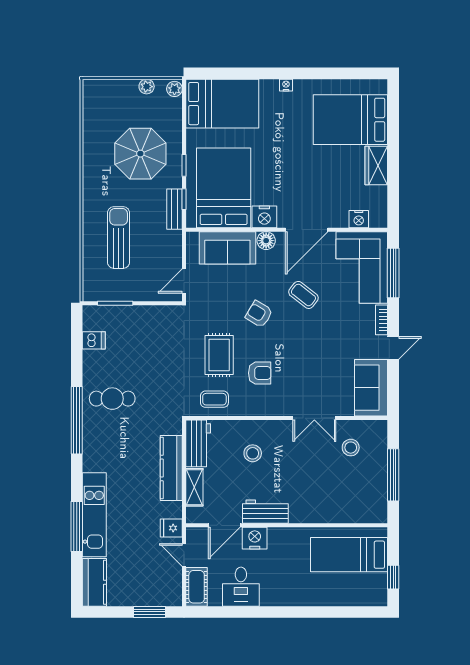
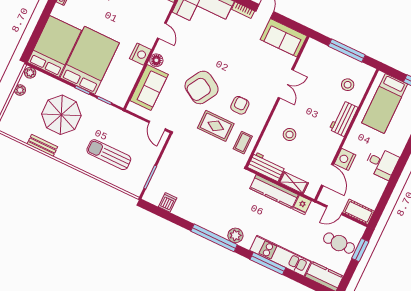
bed: (224, 188) -> (90, 60), moved, turned 90
bench: (174, 209) -> (42, 145), moved
door: (307, 230) -> (162, 31), width x0.53
coffee table: (303, 295) -> (203, 53), removed
armchair: (259, 314) -> (202, 87), width x1.88, depth x1.88
cafe table: (112, 399) -> (339, 243), moved, turned 90
plant: (93, 446) -> (235, 235), added
stool: (351, 448) -> (348, 85), moved
workbench: (265, 512) -> (344, 118), moved
window: (77, 526) -> (268, 264), moved
fridge: (171, 528) -> (302, 205), moved
desk: (241, 587) -> (382, 163), moved

